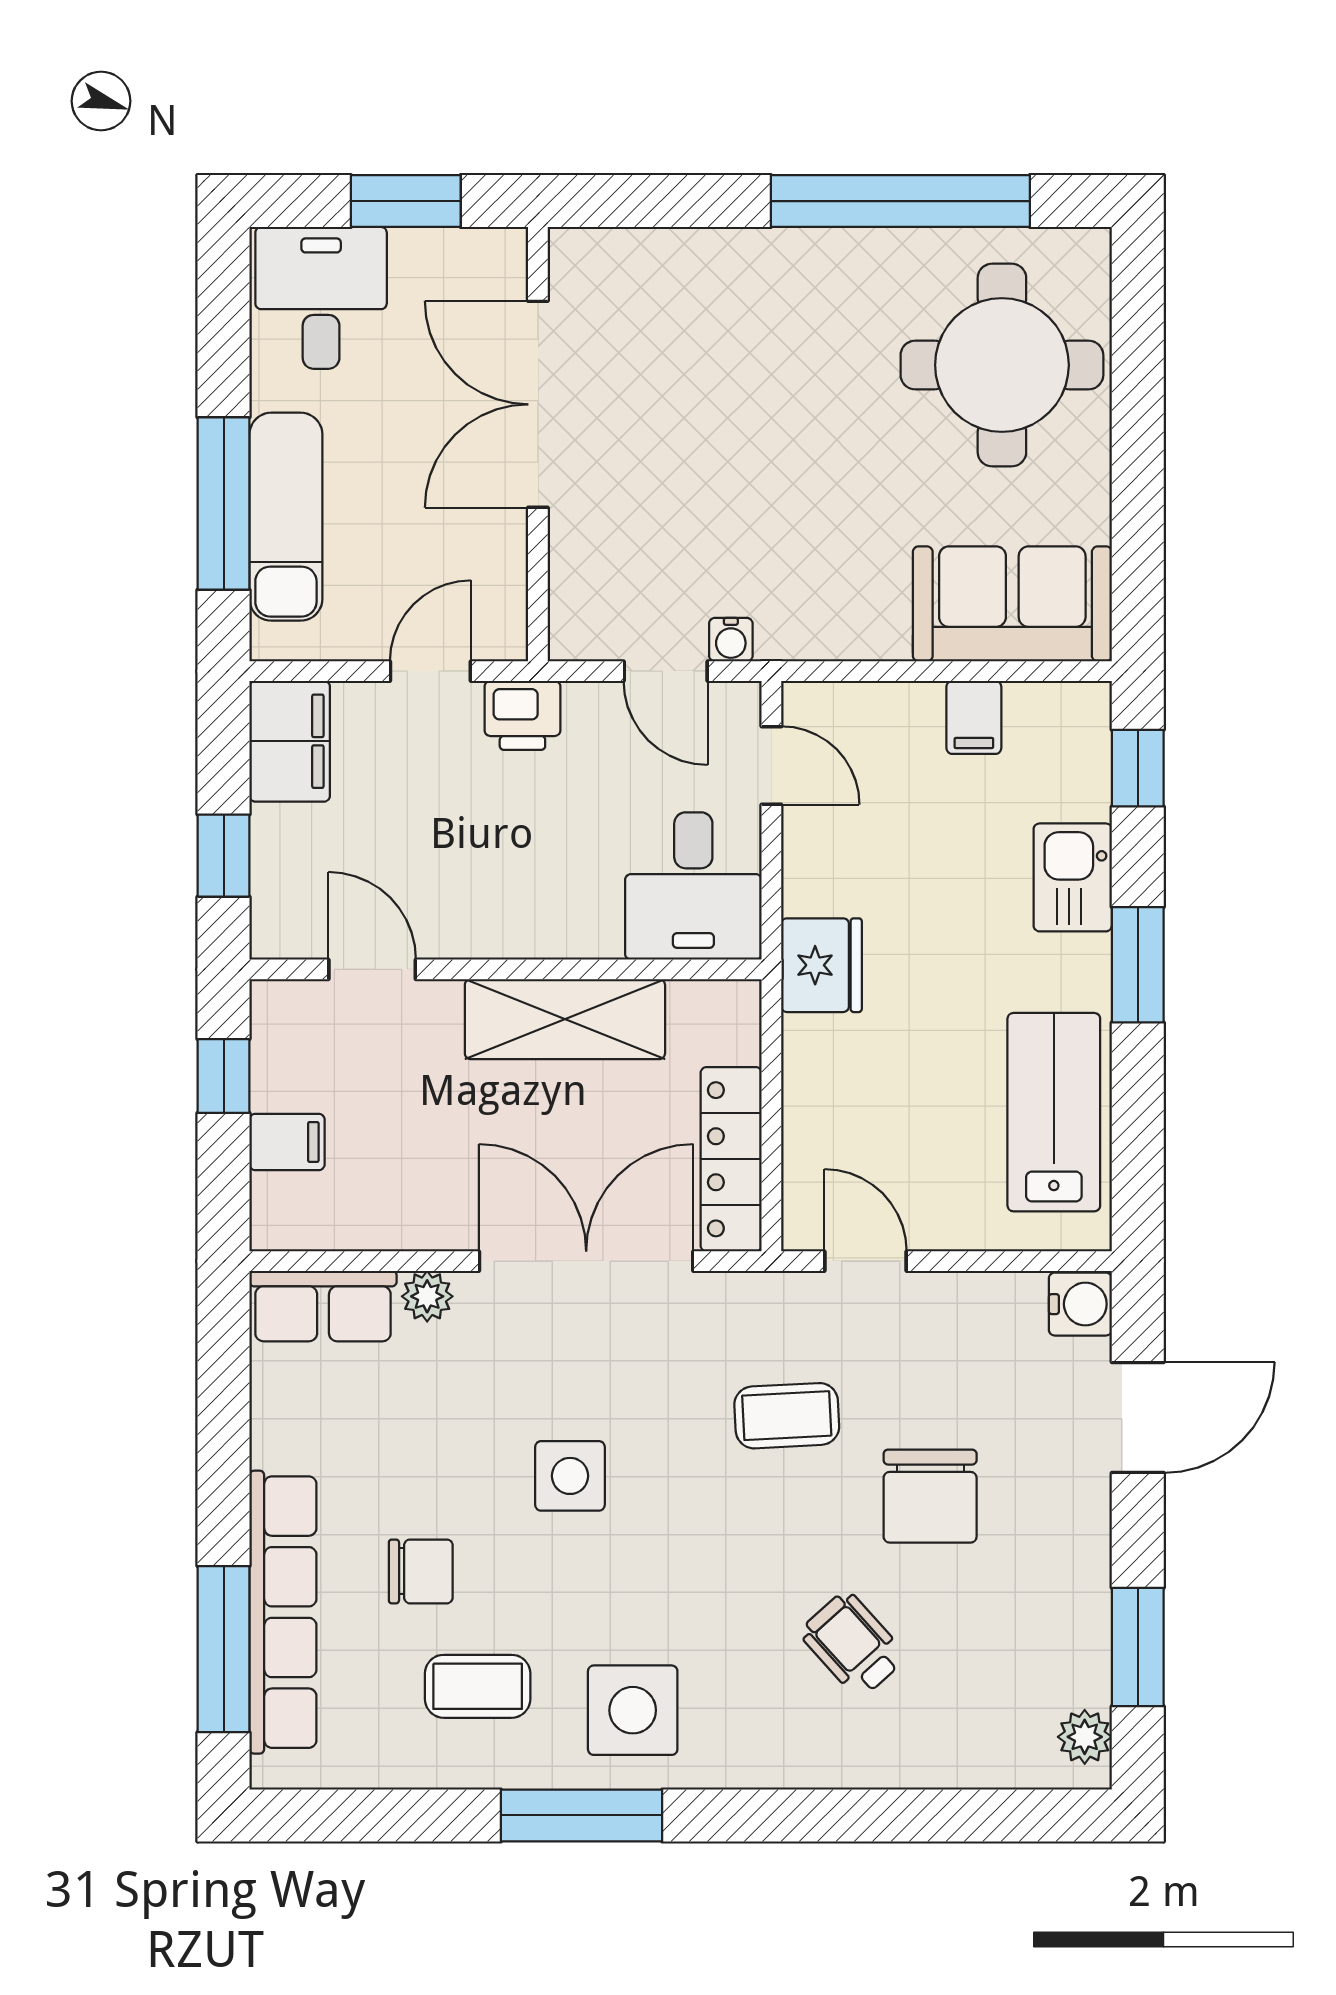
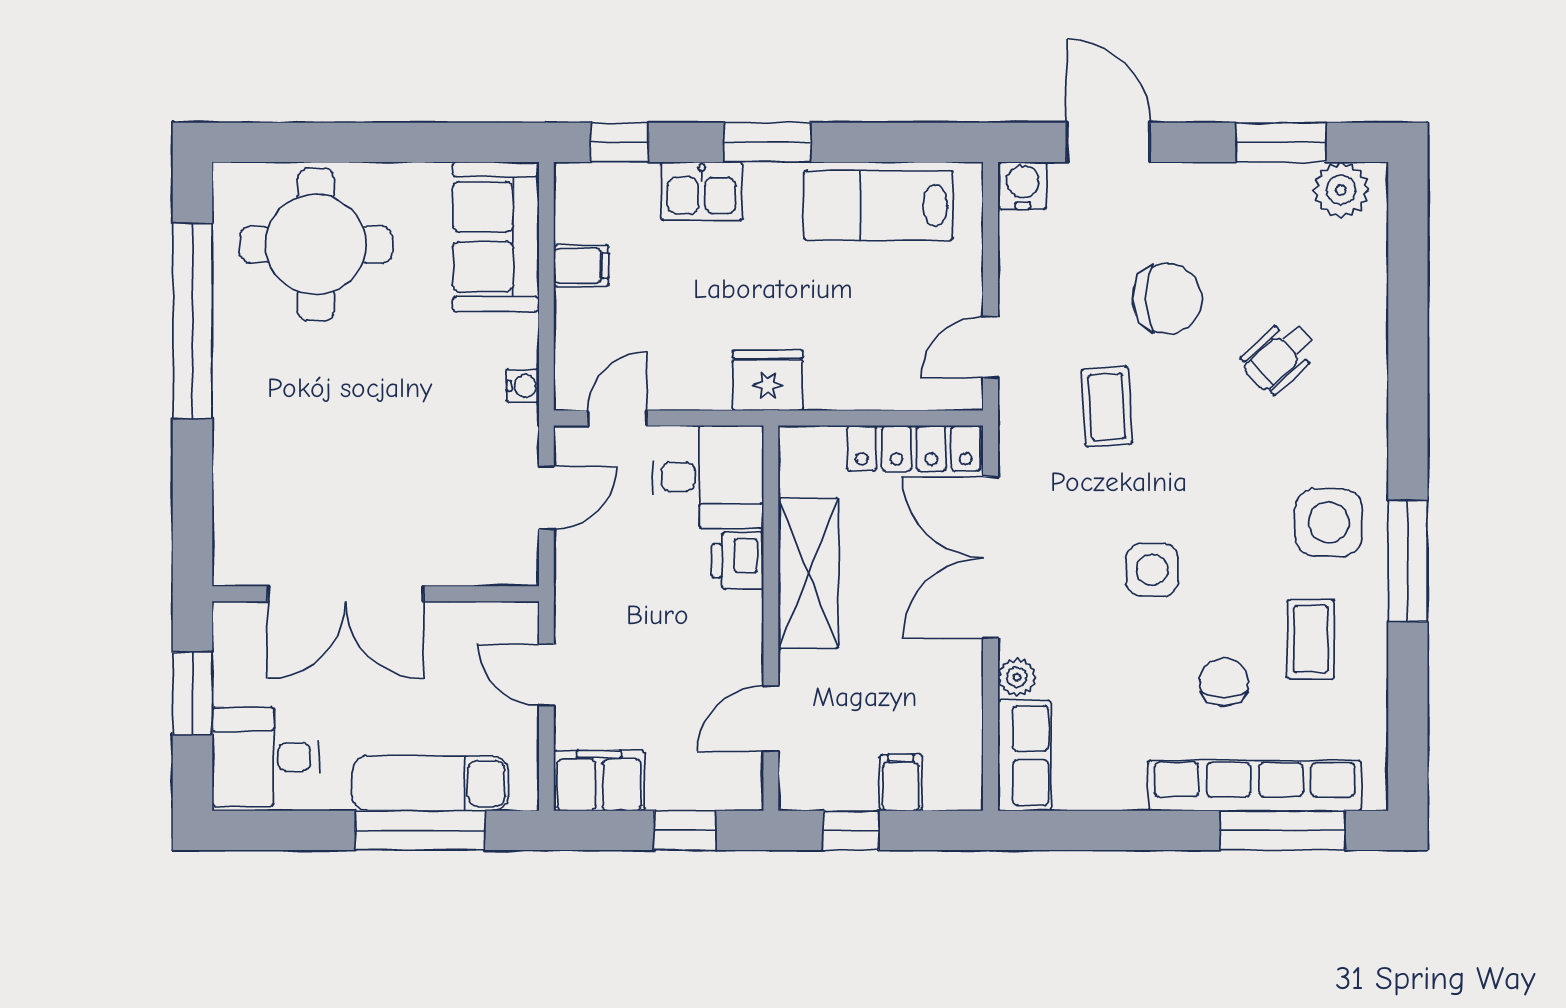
water cooler: (731, 640) -> (523, 386), moved
printer: (522, 715) -> (738, 561), moved, turned 180
plant: (1085, 1737) -> (1341, 190), width x1.38, depth x1.38

